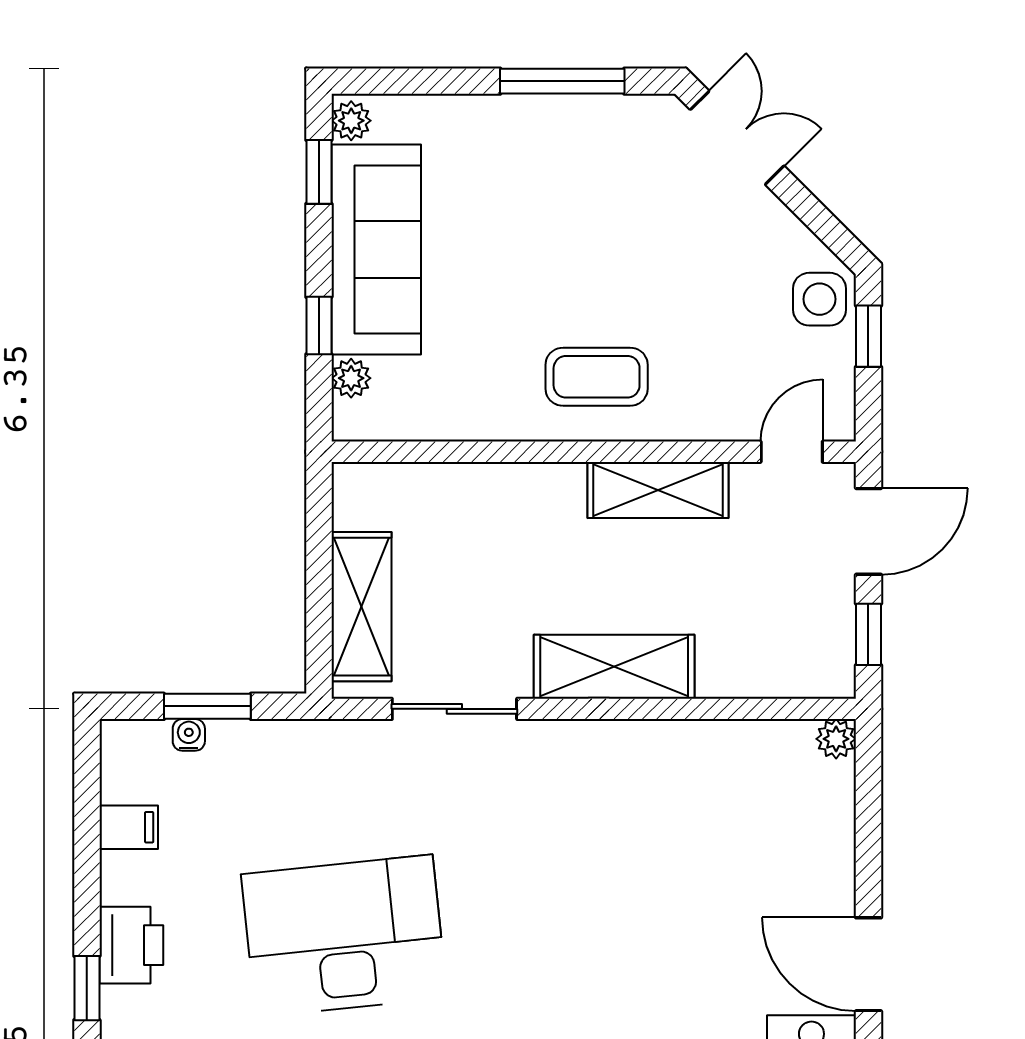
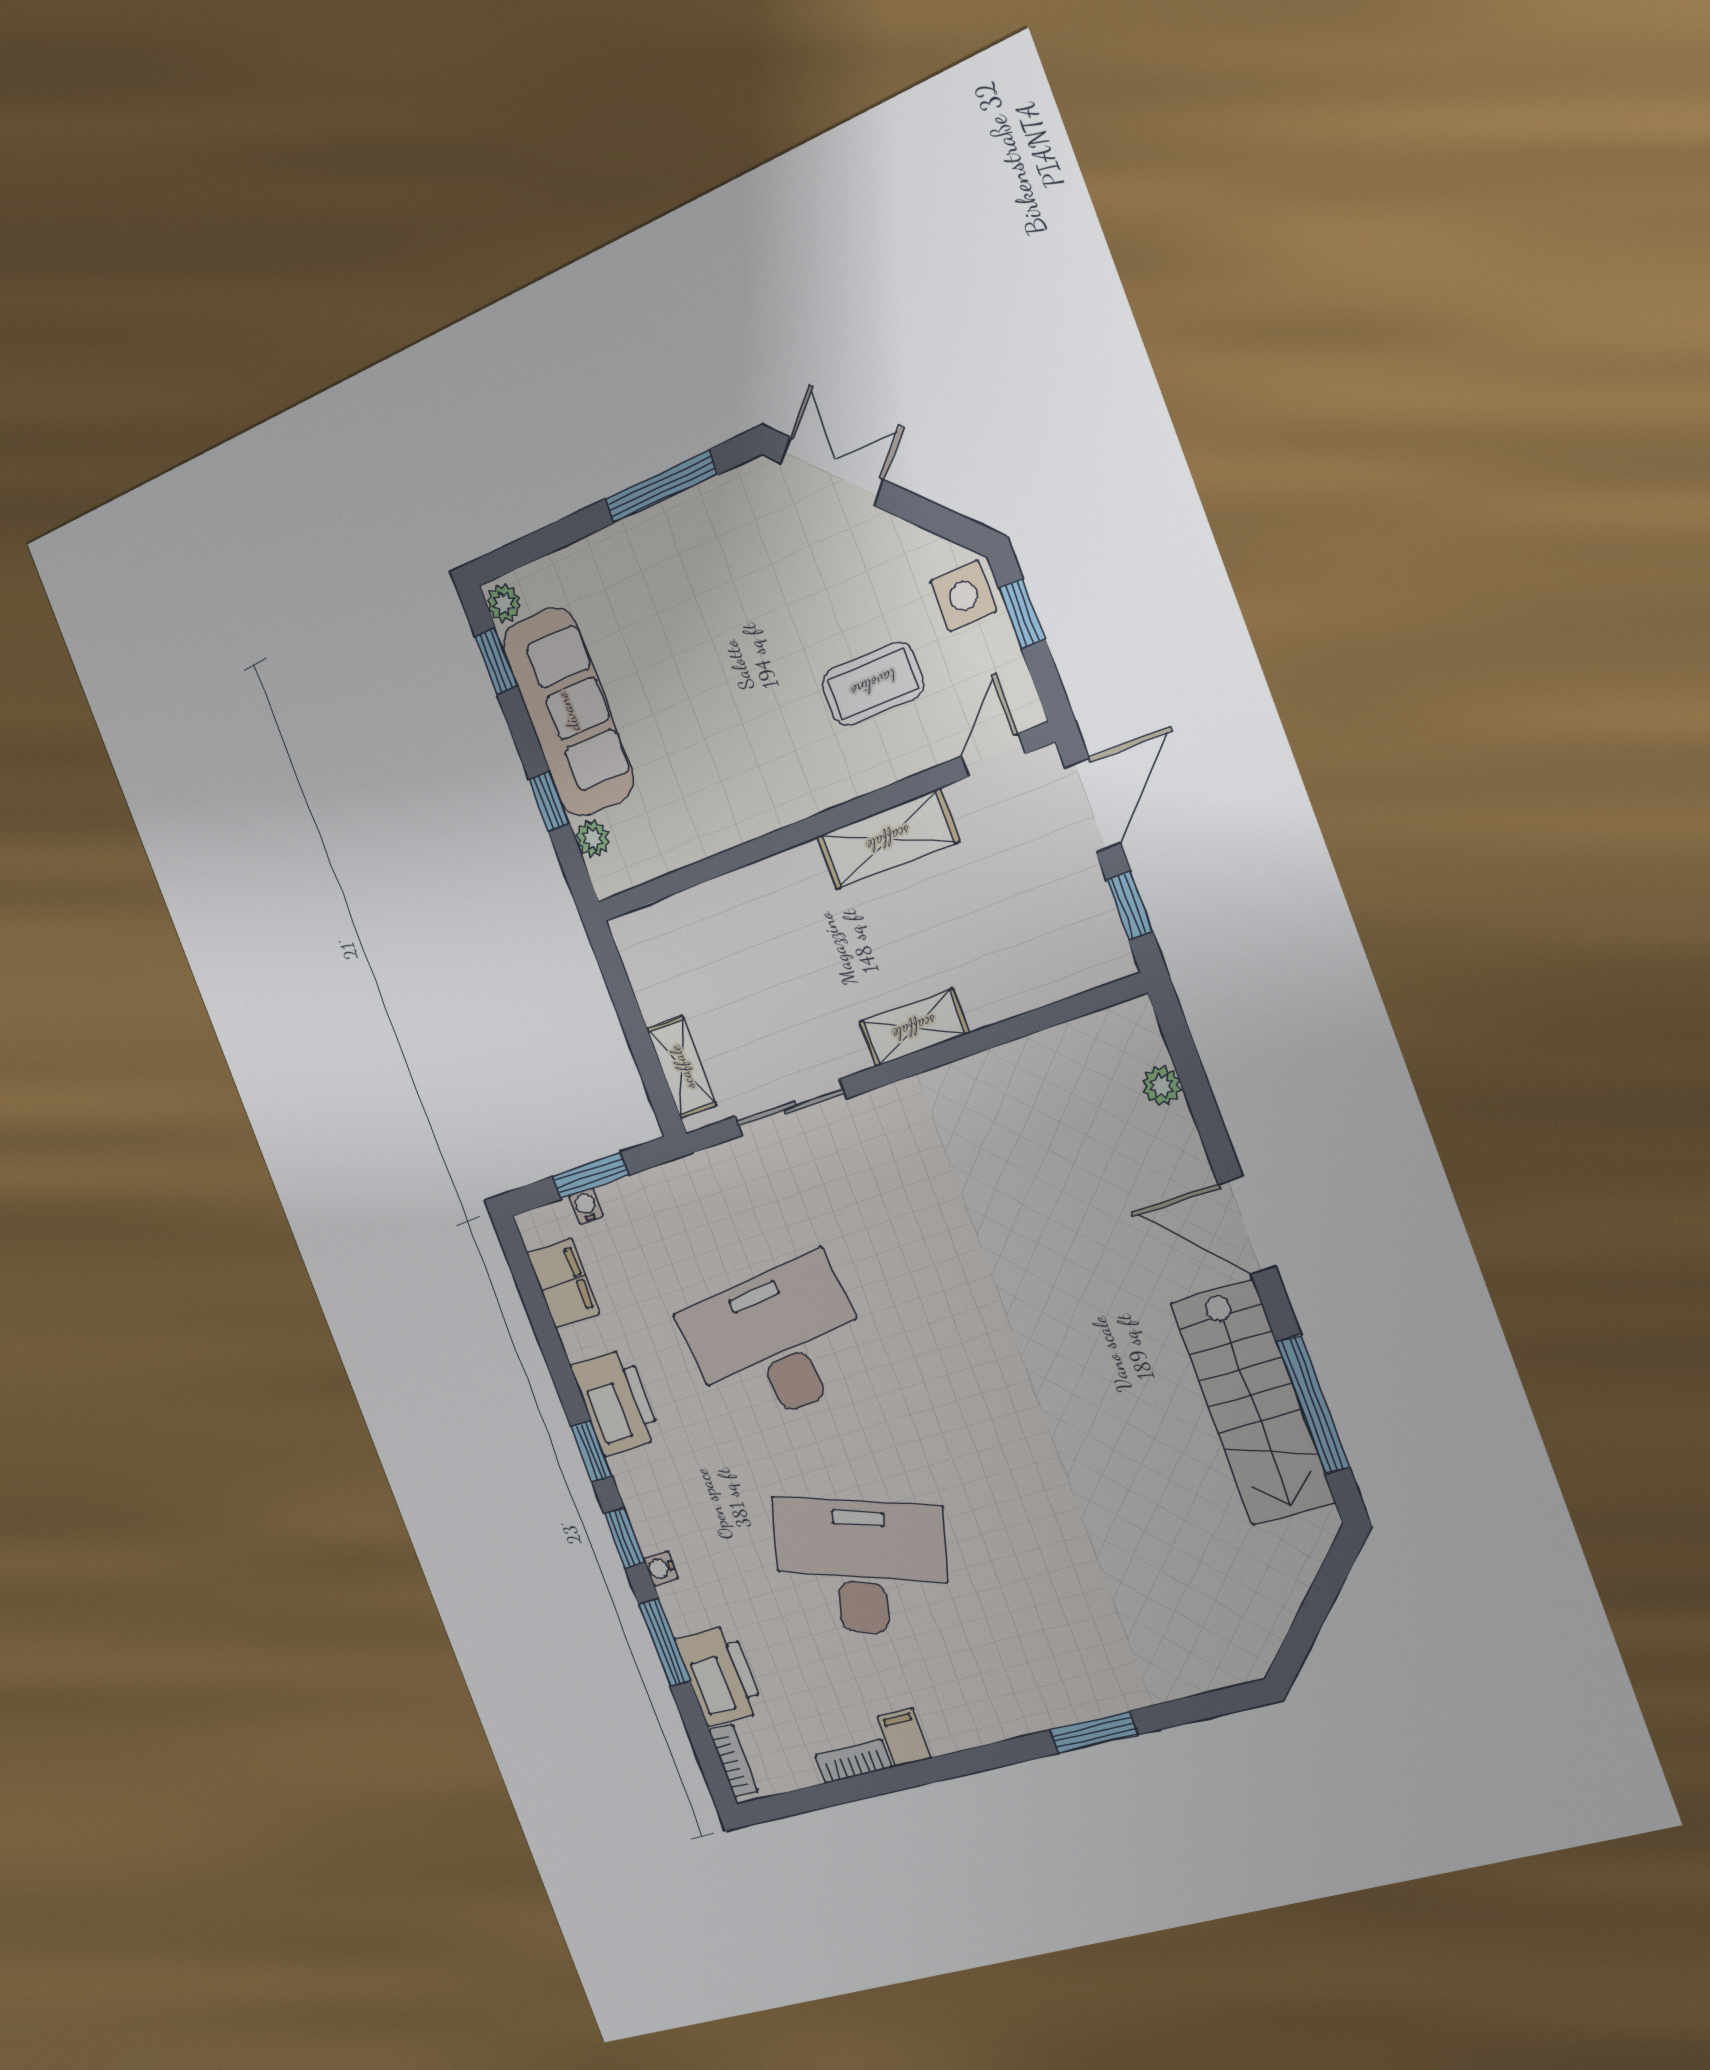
coffee table: (597, 377) -> (873, 684), moved
shelving: (361, 607) -> (682, 1067), width x0.67, depth x0.75
shelving: (614, 667) -> (914, 1028), width x0.67, depth x0.75
plant: (836, 739) -> (1161, 1086), moved
filing cabinet: (129, 827) -> (563, 1283), width x2.00
printer: (131, 945) -> (616, 1402), width x1.37, depth x1.19

